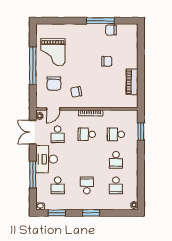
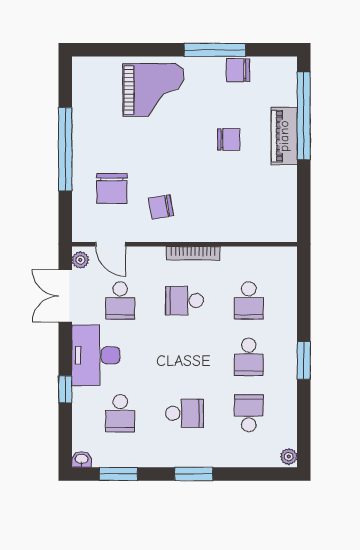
window: (141, 51) -> (304, 116), added
grand piano: (53, 52) -> (153, 90), moved, turned -90
piano: (132, 82) -> (284, 136), moved
door: (53, 109) -> (111, 244), hinge flipped
window: (141, 132) -> (304, 361), moved
school desk: (116, 134) -> (249, 301), turned -90
window: (33, 175) -> (65, 389), width x0.46
school desk: (87, 185) -> (184, 413), turned 90
school desk: (116, 185) -> (249, 413), turned 180

